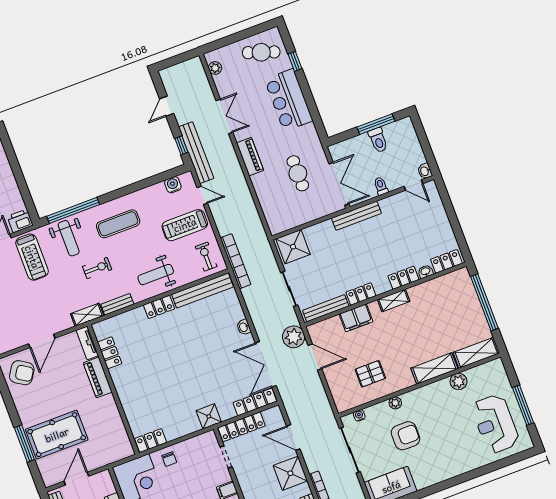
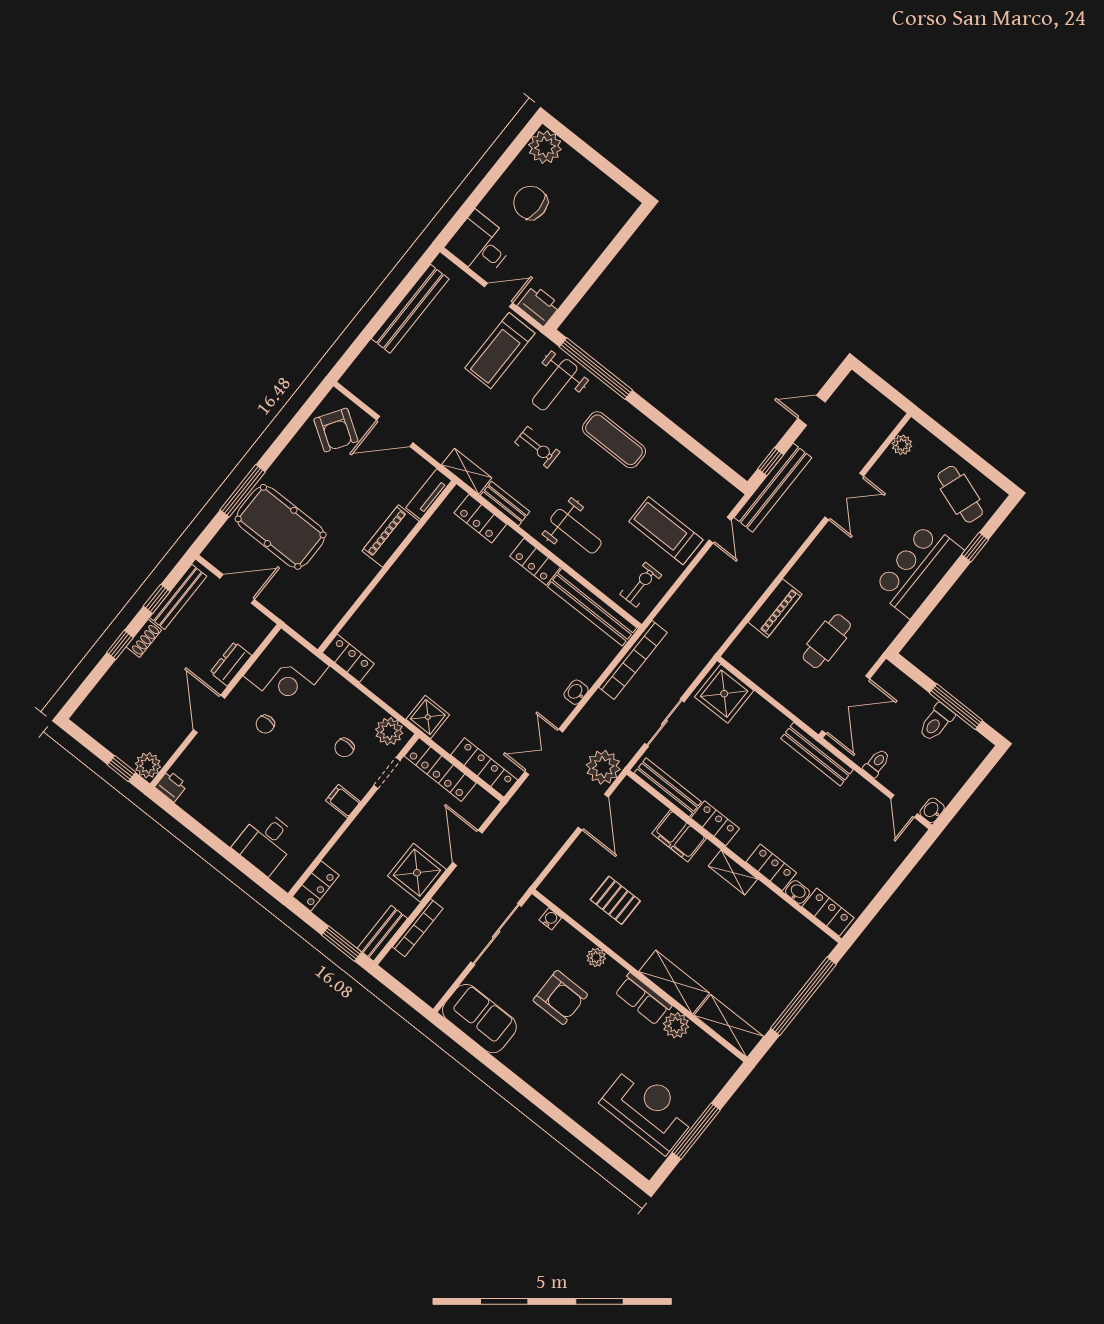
piano: (250, 157) -> (775, 608), moved
water cooler: (173, 185) -> (711, 482), removed
bookcase: (236, 261) -> (633, 660), moved
weight bench: (156, 275) -> (576, 531), turned 180
locker: (110, 353) -> (480, 519), moved, turned 90
double door: (266, 364) -> (544, 752), width x0.73
row of seats: (433, 391) -> (643, 999), added
reception desk: (495, 424) -> (649, 1109), turned 90
plant: (204, 442) -> (389, 731), added
chair: (169, 459) -> (344, 748), moved

